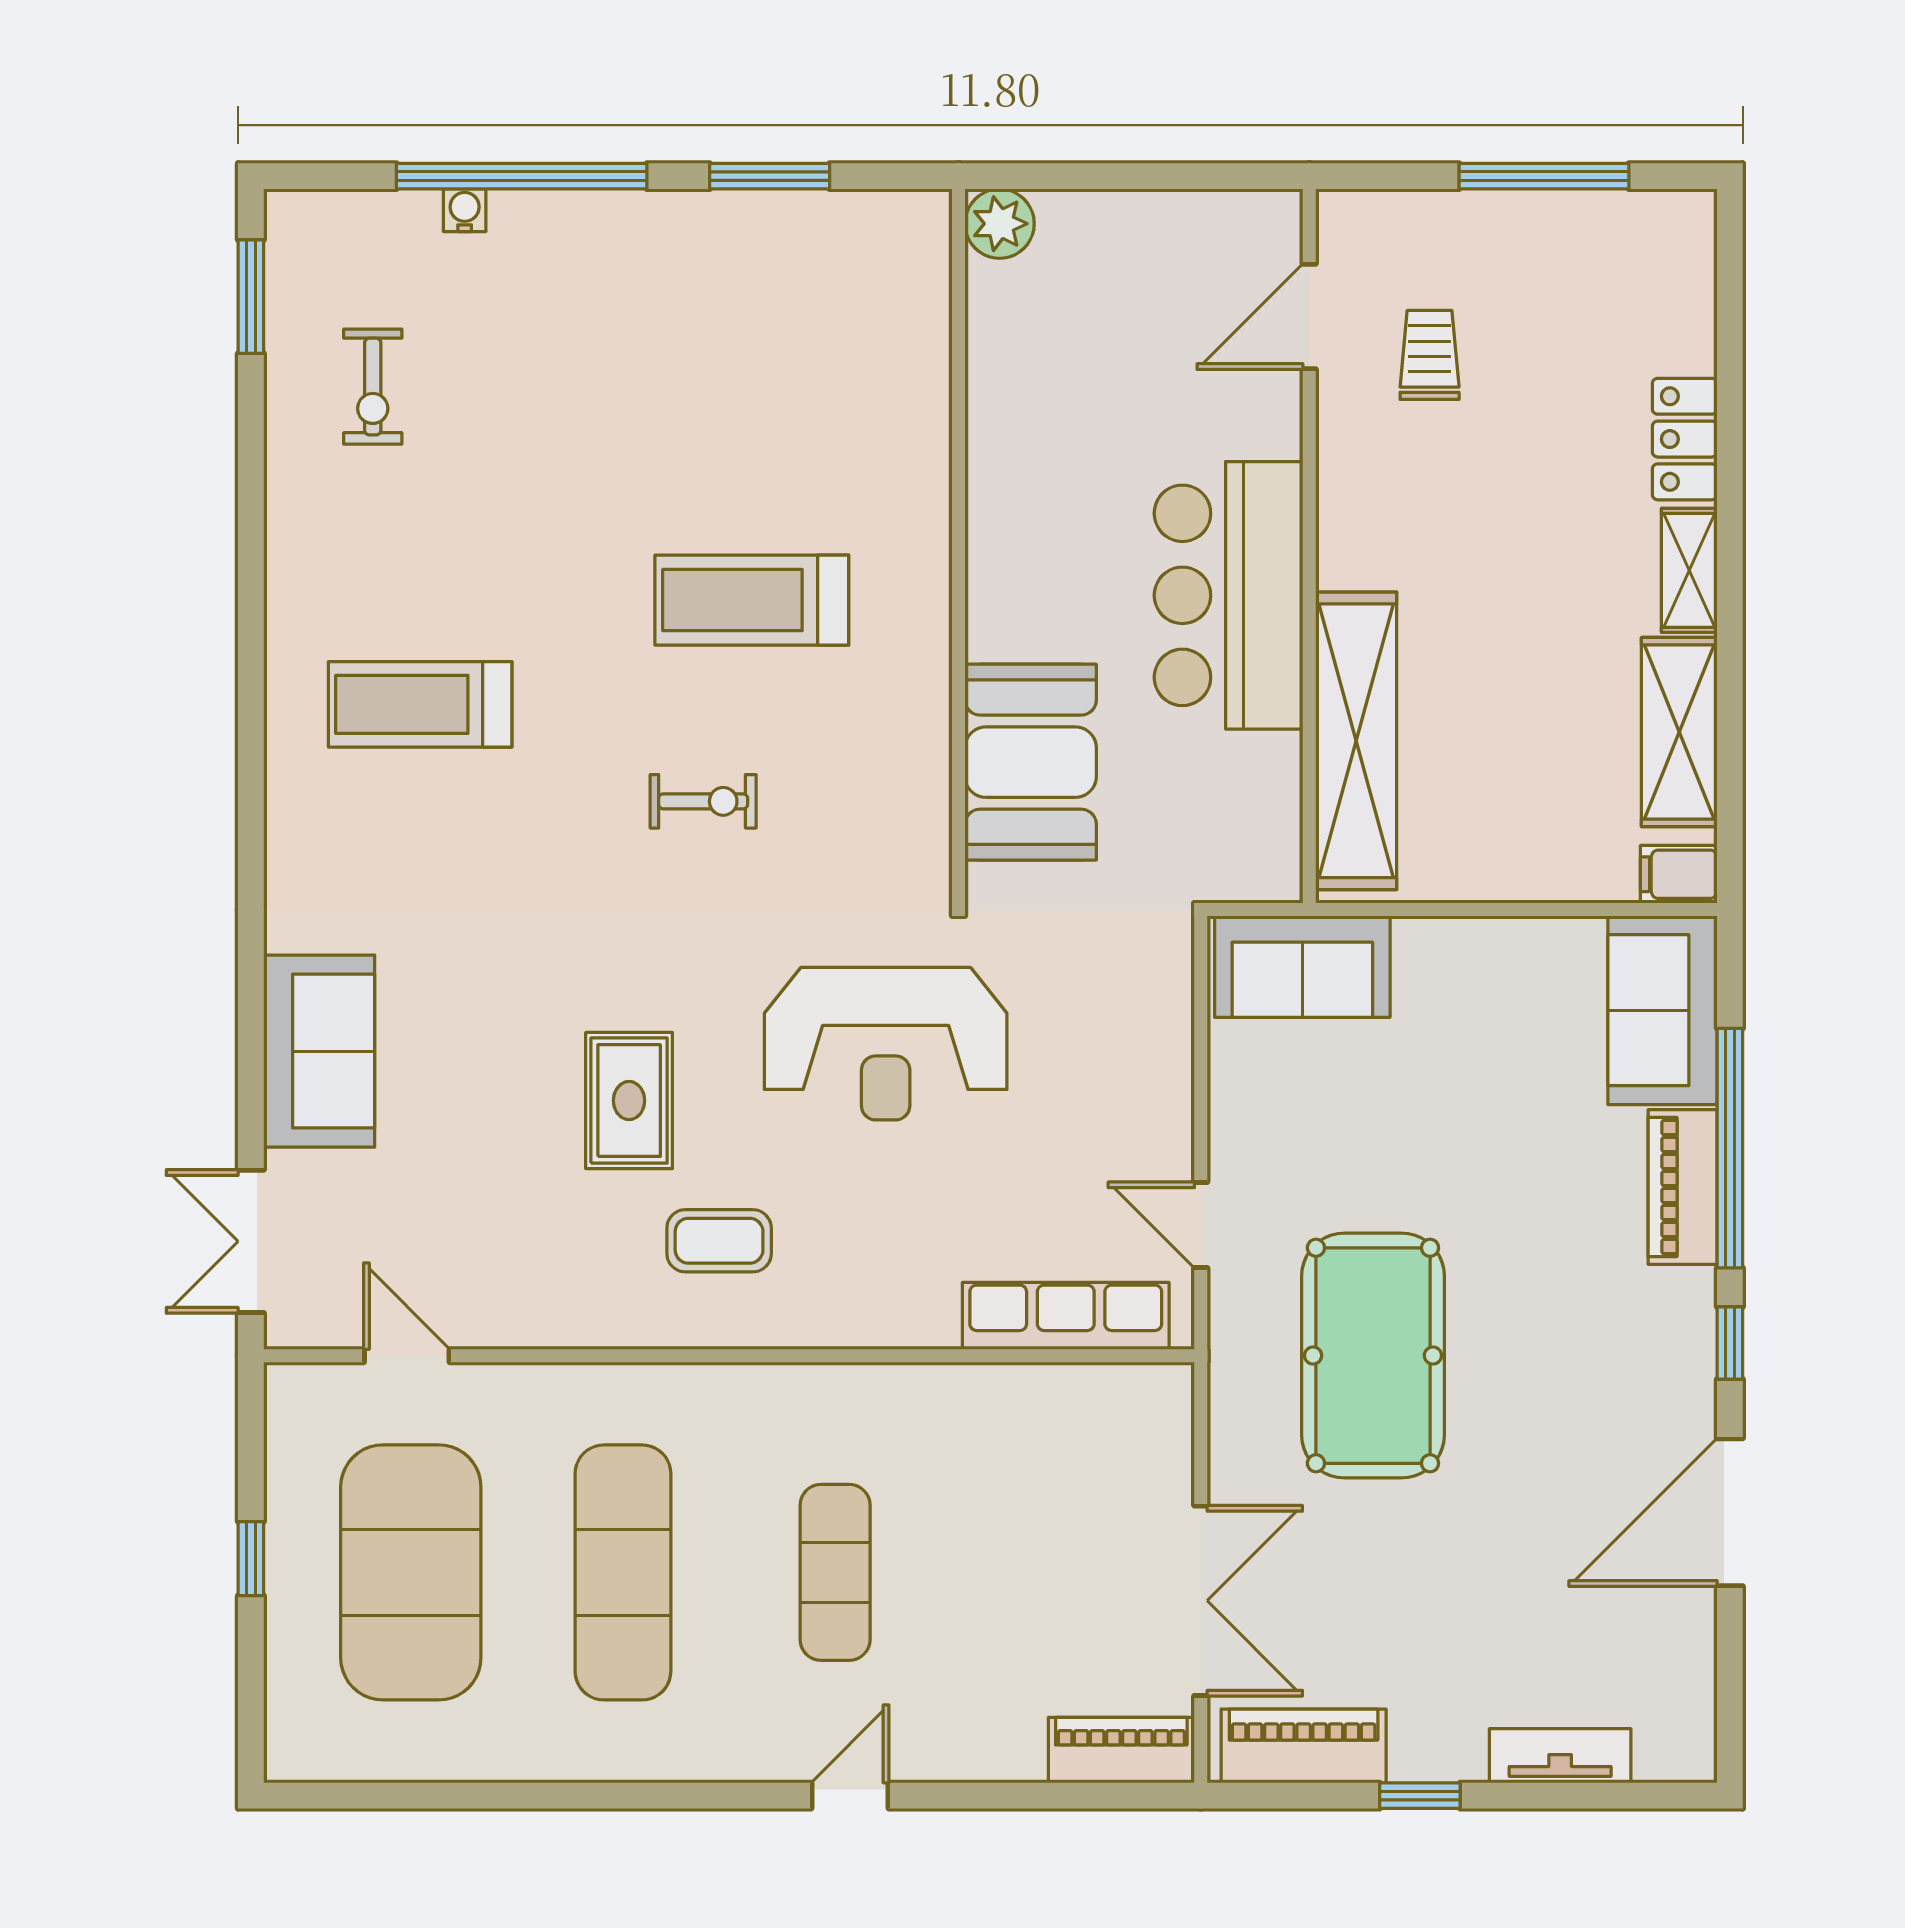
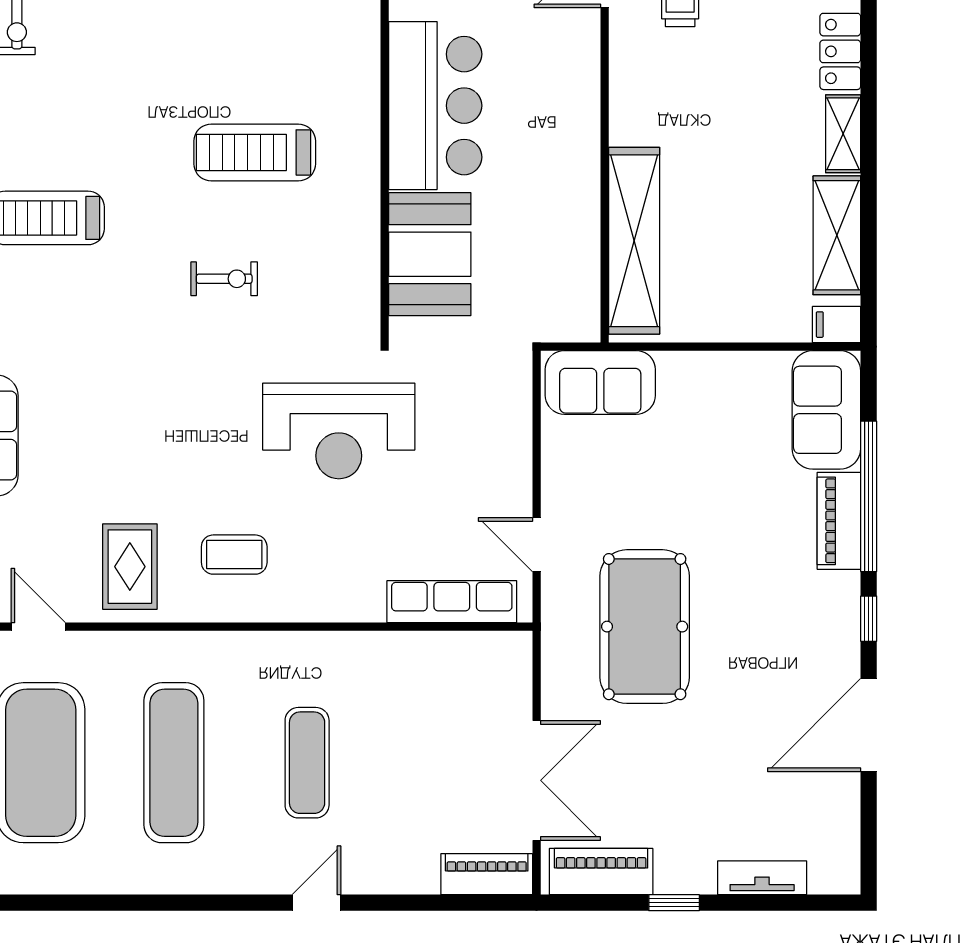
bar counter: (1228, 595) -> (435, 106), moved, turned 180
rug: (629, 1101) -> (130, 567), moved

